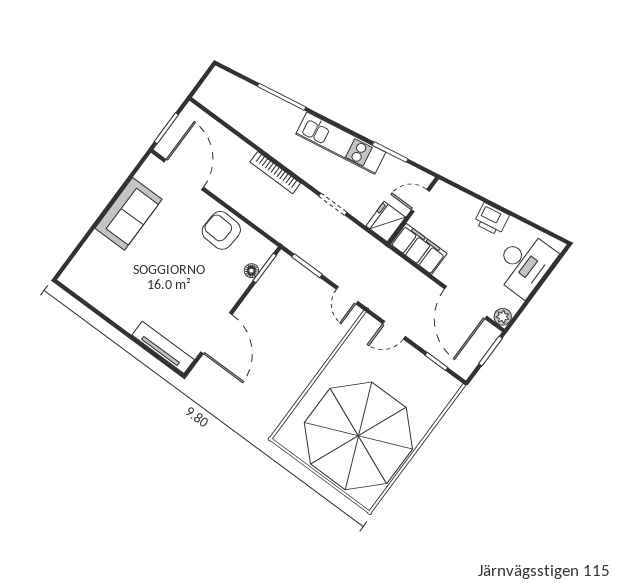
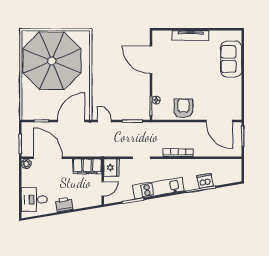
dishwasher: (267, 105) -> (205, 181), added
sofa: (128, 214) -> (231, 59), moved
armchair: (221, 230) -> (183, 108), turned -93
desk: (524, 264) -> (34, 199), width x0.73
door: (394, 330) -> (71, 121), width x1.88
tv unit: (163, 347) -> (191, 35), moved

